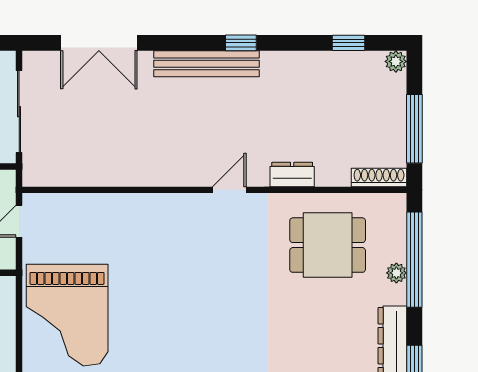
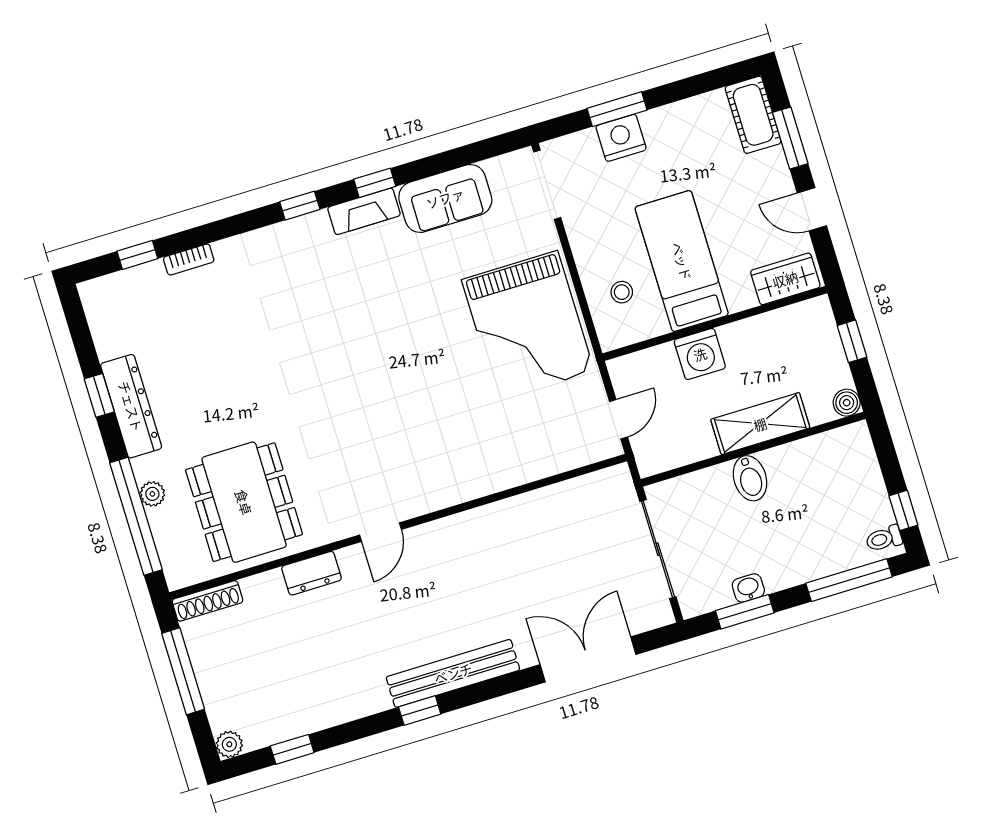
dining table: (328, 245) -> (244, 502), width x1.38
grand piano: (67, 315) -> (528, 325), turned 180

